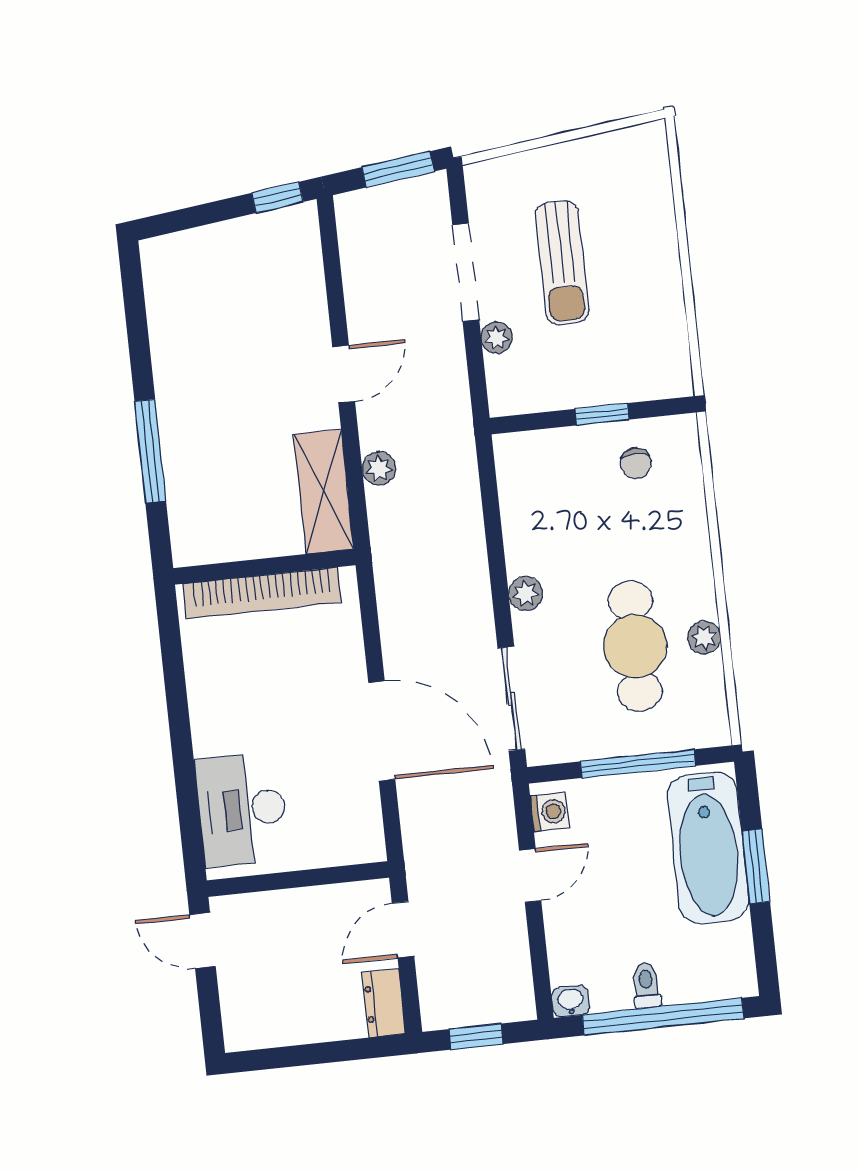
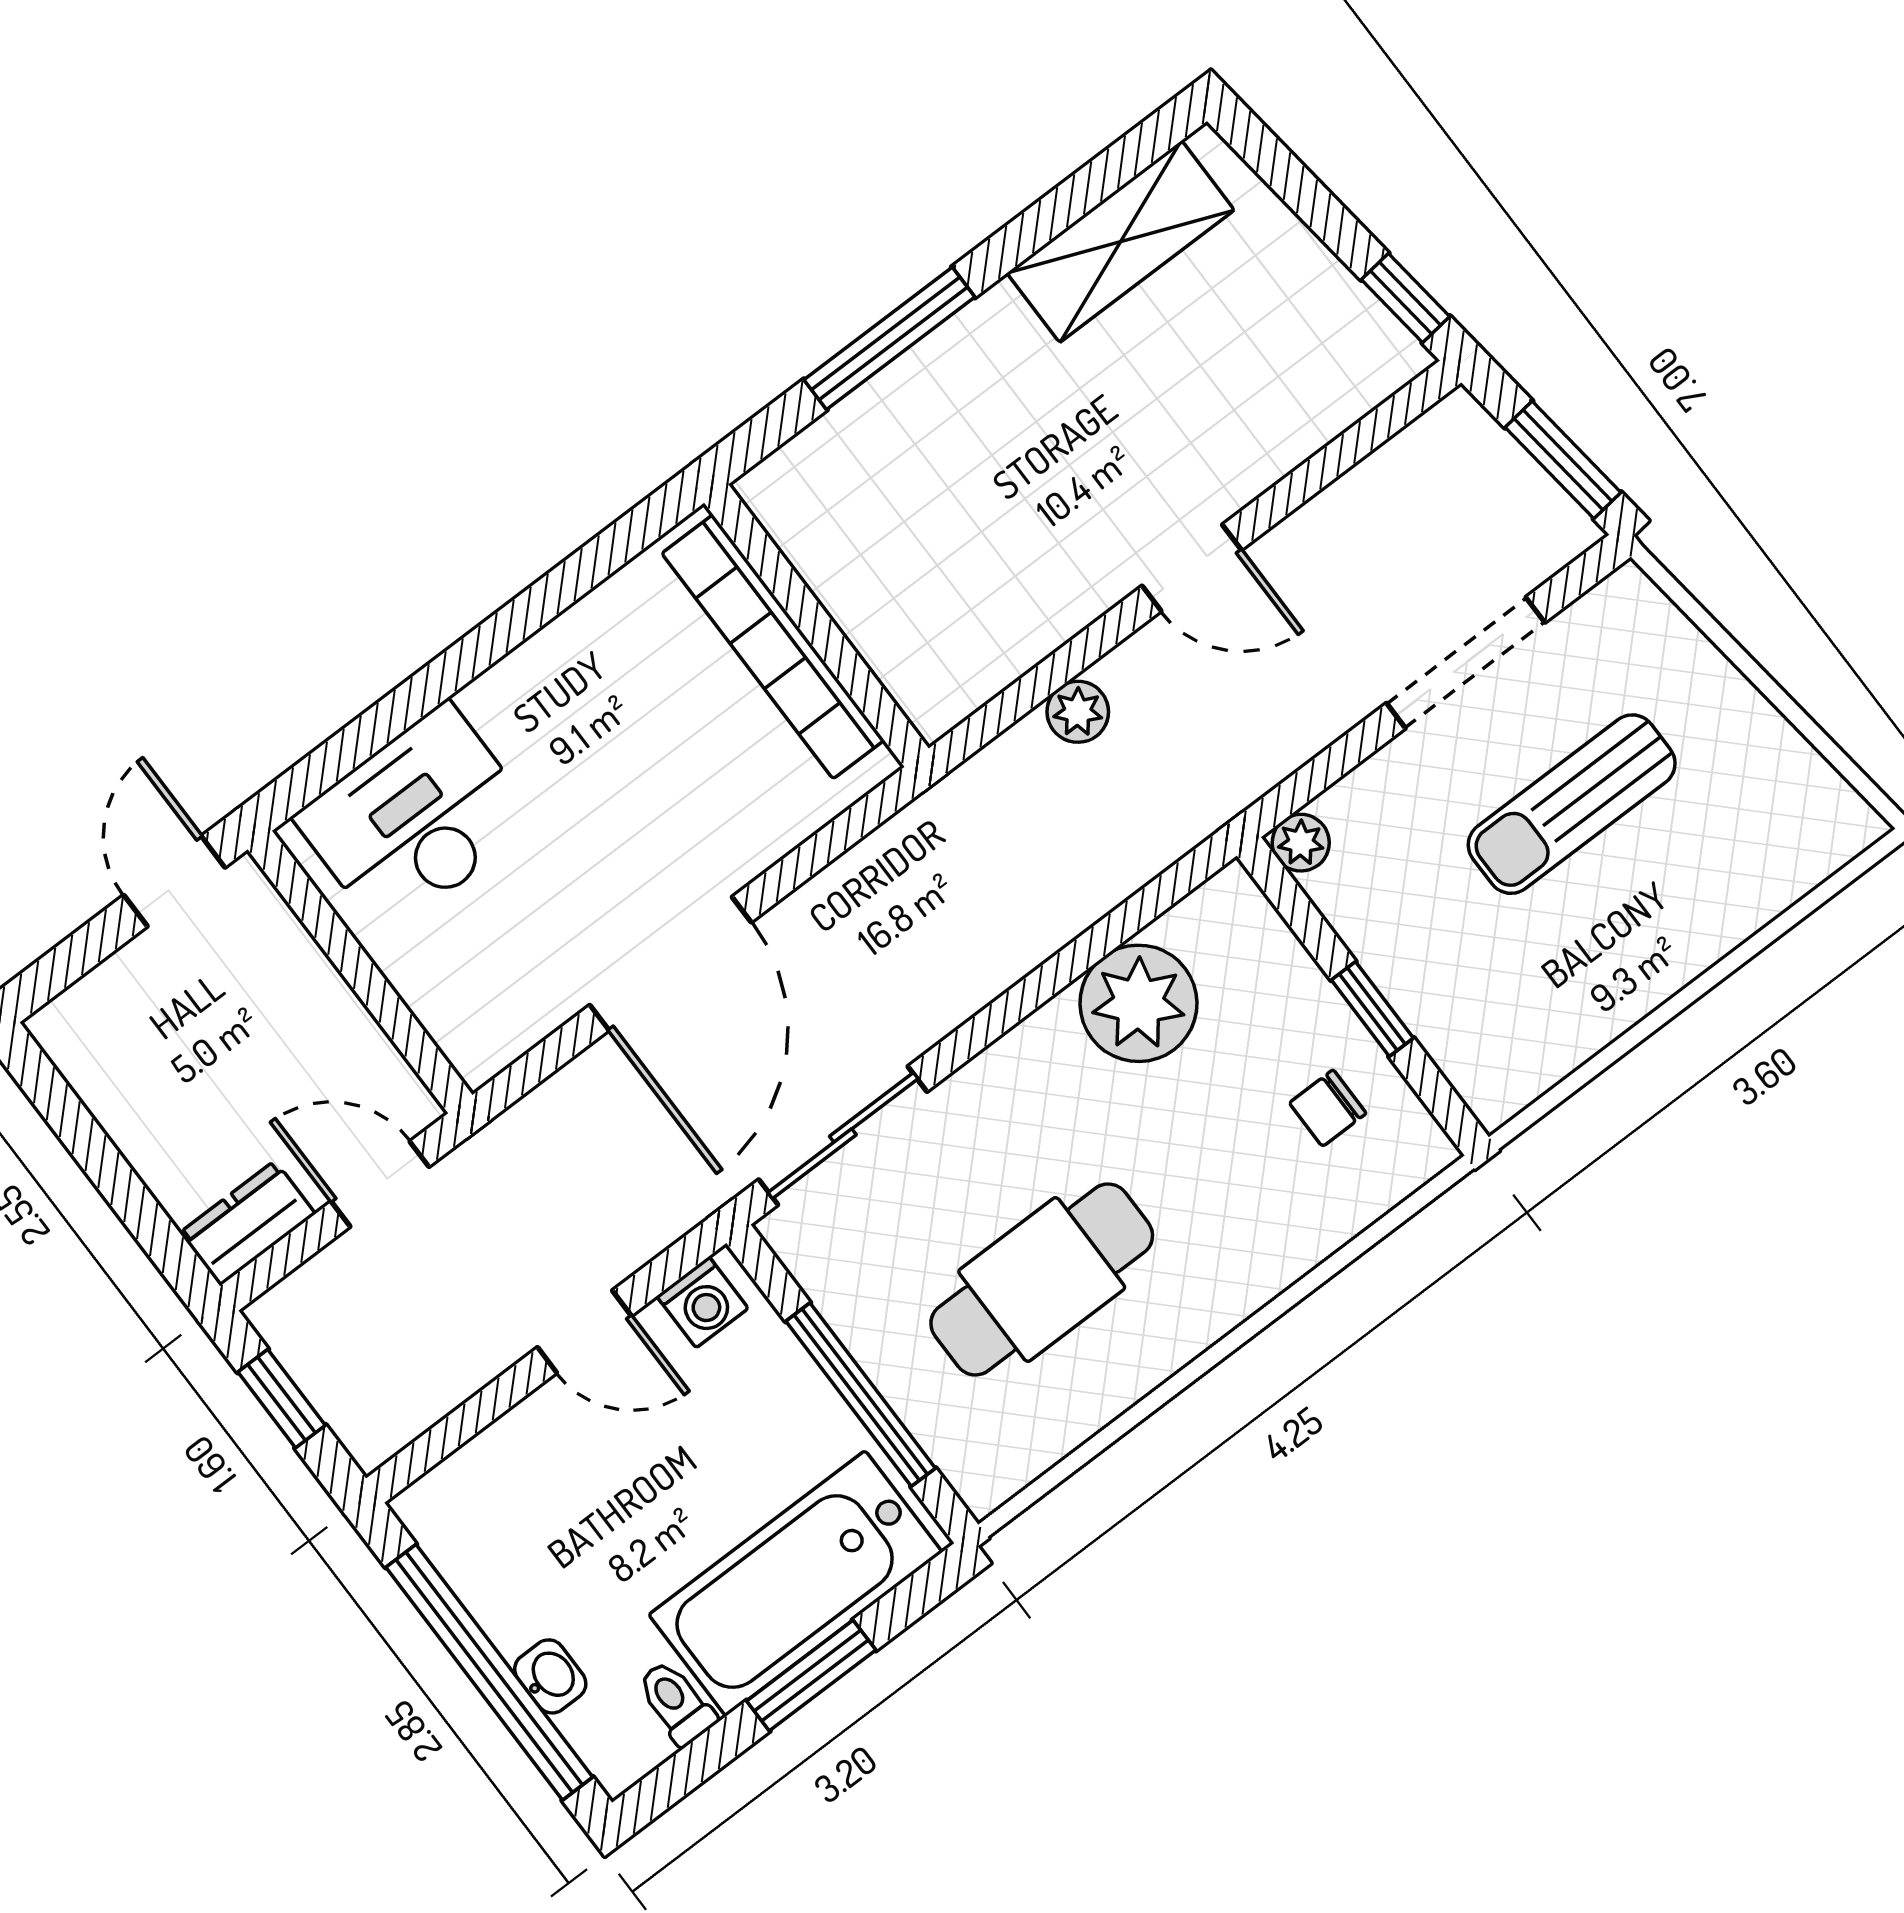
plant: (497, 338) -> (1301, 843), moved
shelving: (324, 492) -> (1121, 242), moved
plant: (526, 594) -> (1138, 1003), moved, width x1.88, depth x1.88
plant: (704, 637) -> (1120, 1379), removed
toilet: (646, 985) -> (676, 1703), moved, turned -90
washbasin: (570, 1001) -> (550, 1676), moved

